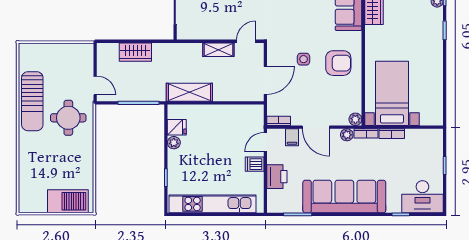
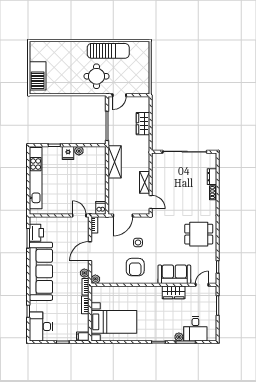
door: (265, 80) -> (123, 216), hinge flipped
bed with nightstands: (392, 93) -> (114, 322), moved
sun lounger: (32, 101) -> (108, 51), turned 180
fridge: (177, 127) -> (68, 153), moved
filing cabinet: (292, 137) -> (83, 337), moved
dishwasher: (255, 164) -> (101, 208), moved
printer: (277, 177) -> (36, 233), moved, turned -90

